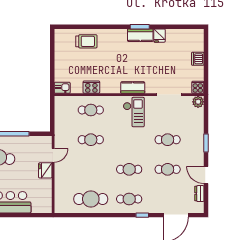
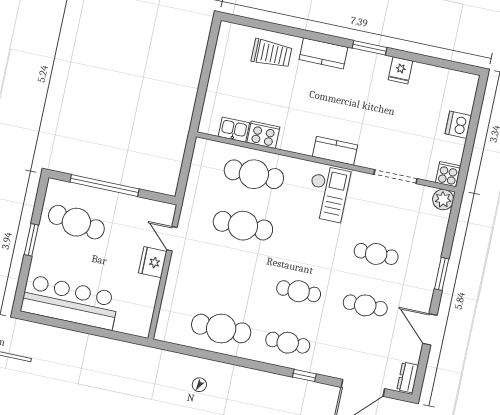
kitchen counter: (140, 35) -> (323, 53), moved
kitchen sink: (62, 88) -> (234, 130), moved
cafe table: (91, 110) -> (254, 174), width x1.37, depth x1.35
cafe table: (91, 140) -> (243, 226), width x1.37, depth x1.35
door: (53, 155) -> (172, 239), swing flipped
dresser: (199, 194) -> (408, 378), moved

